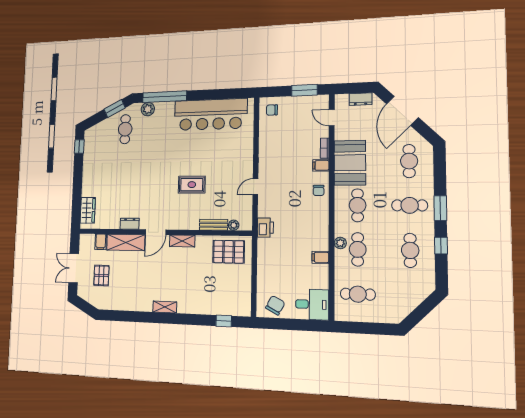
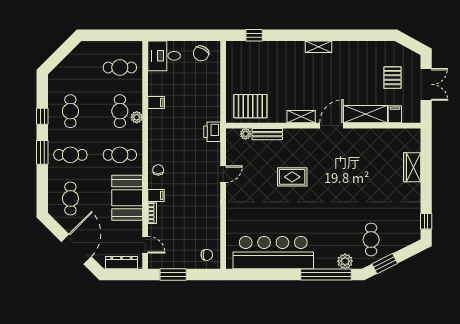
dresser: (360, 99) -> (121, 263), width x1.44
cafe table: (358, 205) -> (120, 155), turned 90
wardrobe: (88, 210) -> (412, 167), moved
dresser: (130, 224) -> (362, 134), removed

